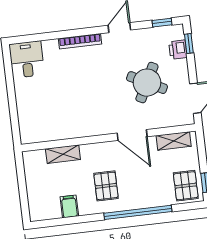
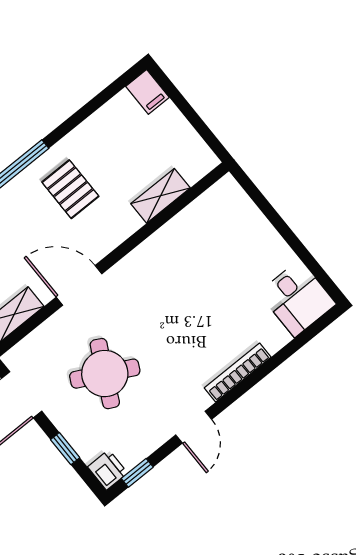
window: (189, 43) -> (65, 449), moved
printer: (178, 50) -> (108, 470), moved
filing cabinet: (69, 206) -> (147, 92), moved

